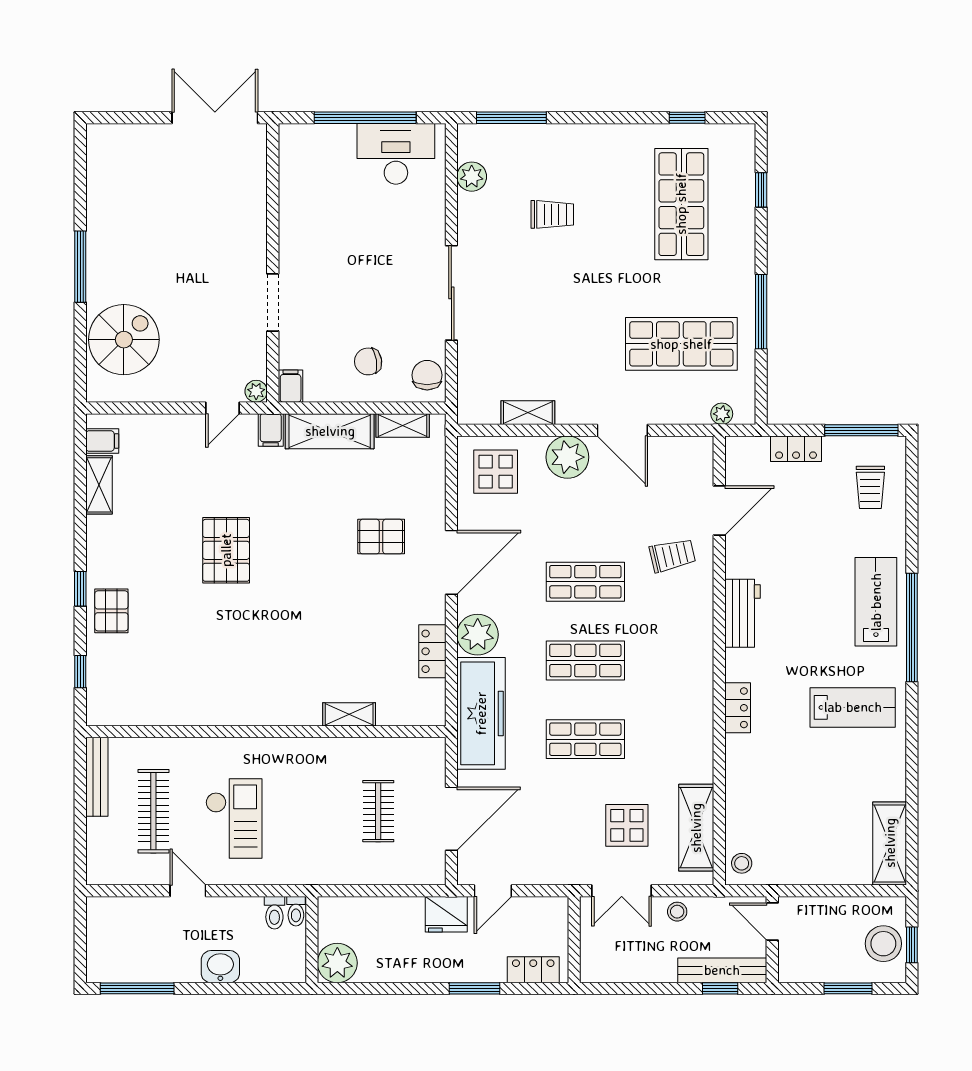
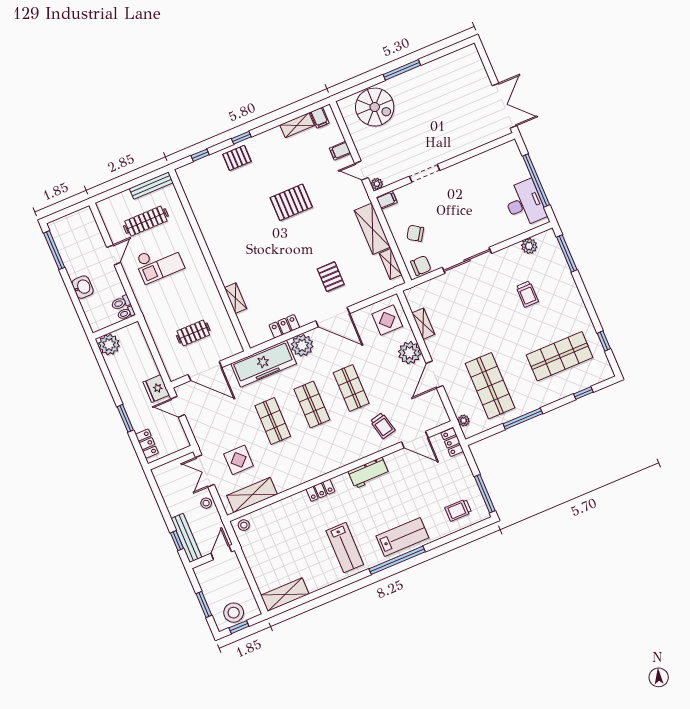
chair: (368, 361) -> (415, 233), turned -48
filing cabinet: (271, 430) -> (340, 151), moved
locker: (796, 449) -> (452, 442), moved

